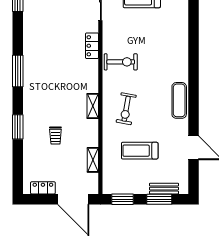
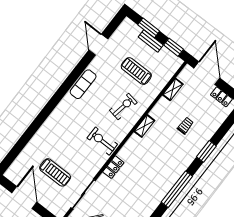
window: (18, 71) -> (177, 189), width x1.46
treadmill: (140, 151) -> (136, 71), turned 180
bench: (164, 189) -> (151, 41), moved

